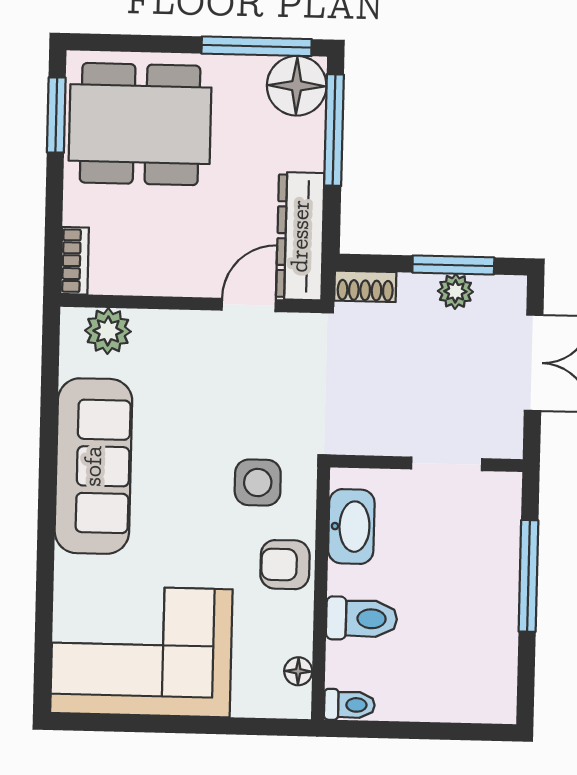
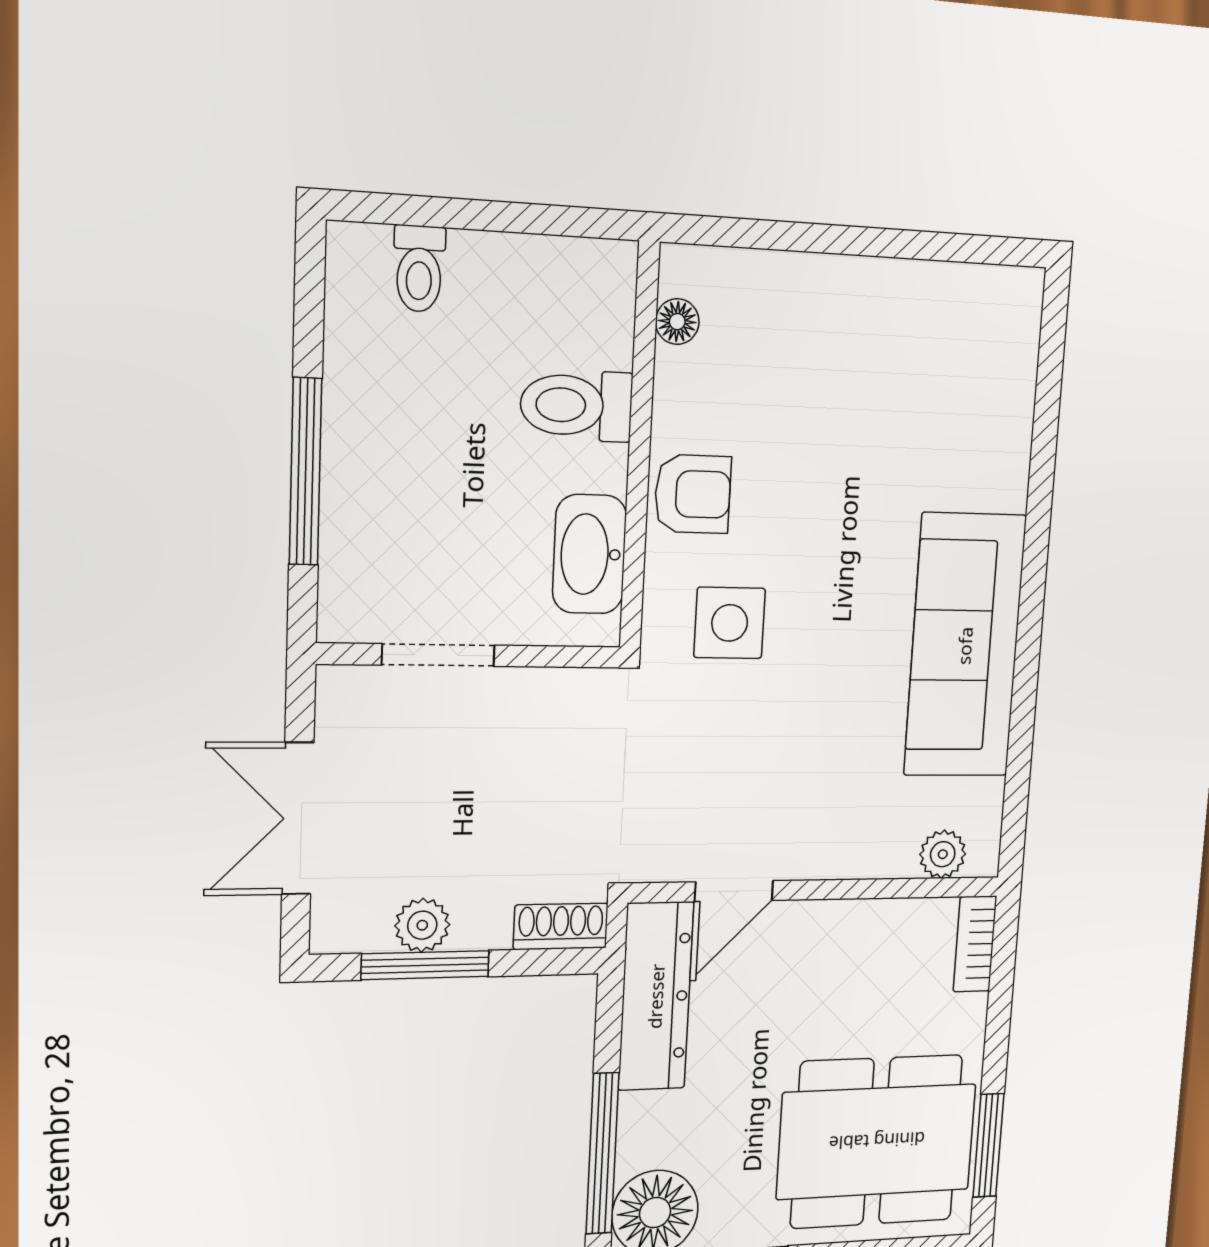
plant: (108, 331) -> (943, 854), width x0.73, depth x0.73
corner sofa: (141, 651) -> (911, 361), removed
toilet: (349, 705) -> (419, 269), moved, turned -90

